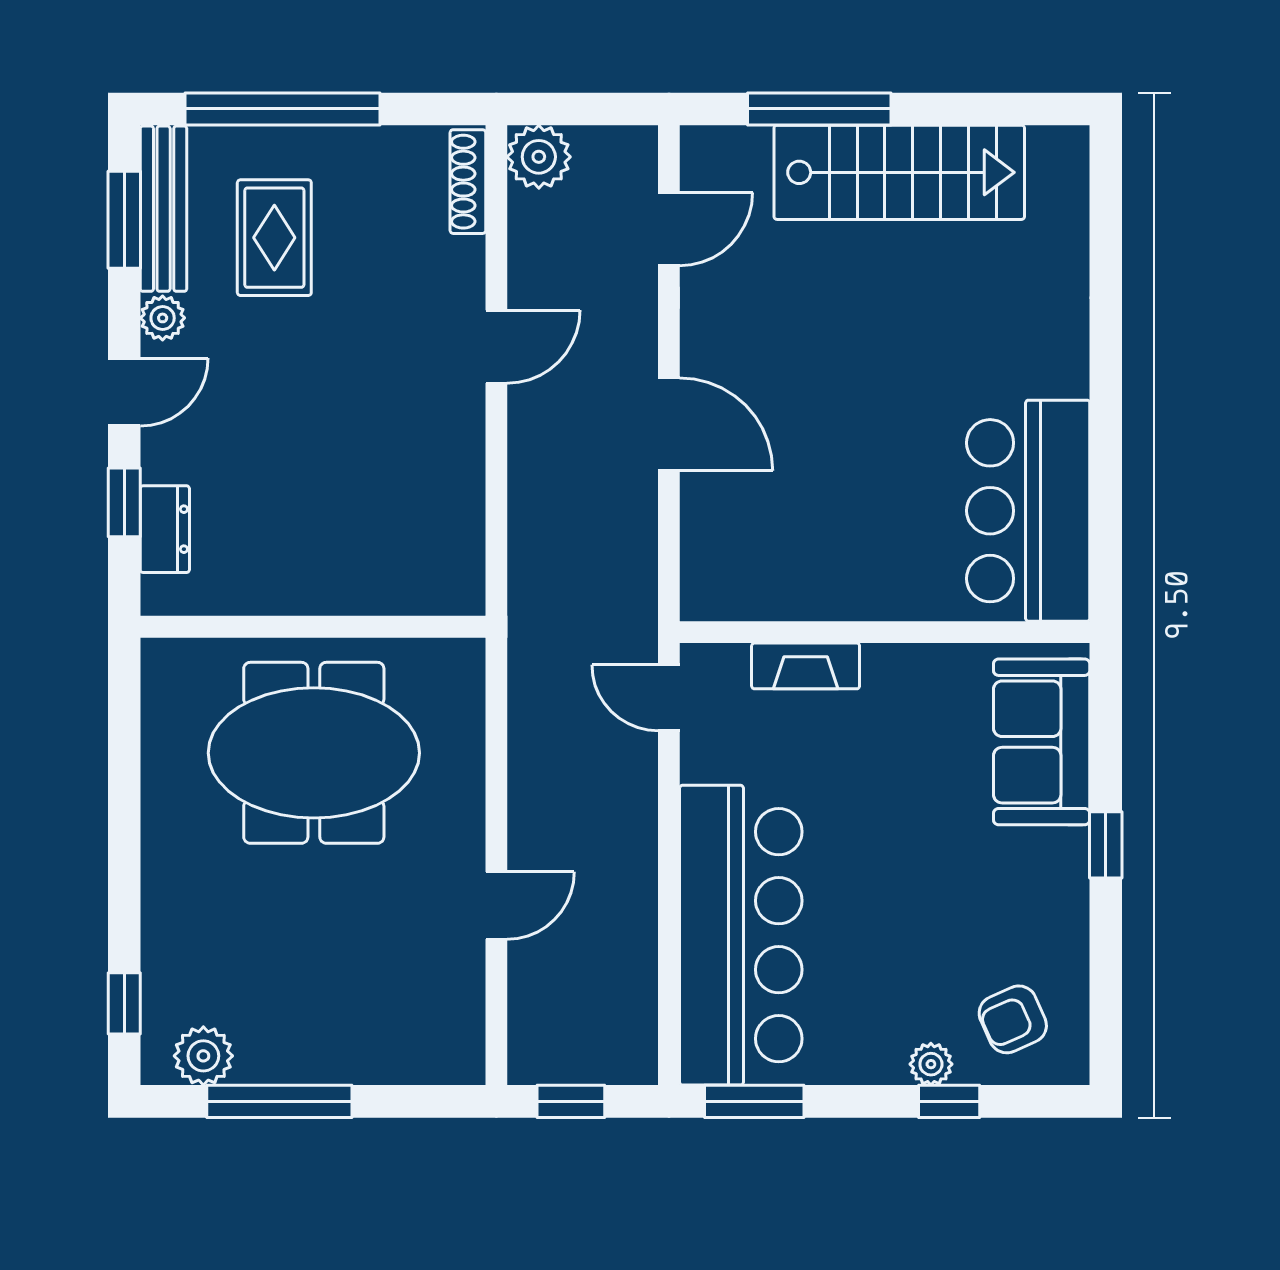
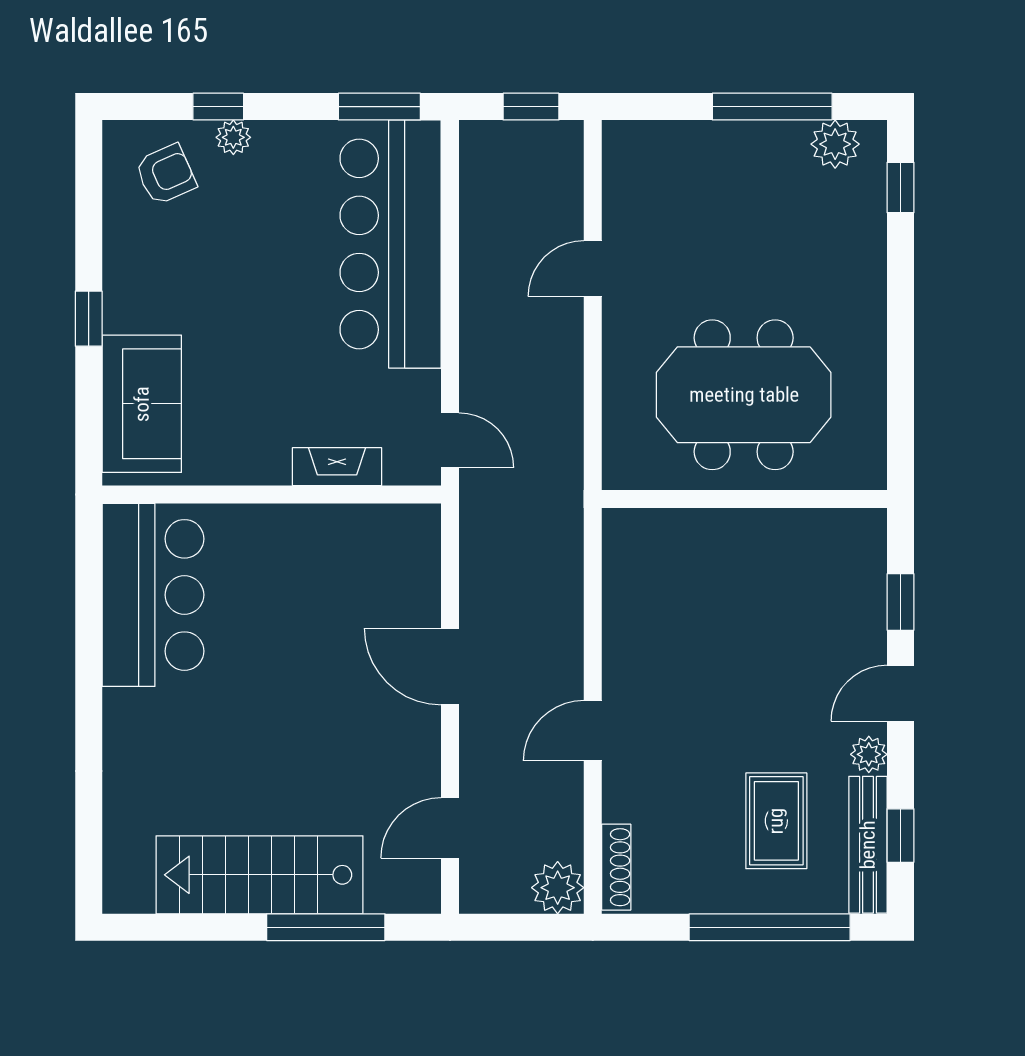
window: (124, 220) -> (900, 836), width x0.67
dresser: (165, 529) -> (867, 580), removed

